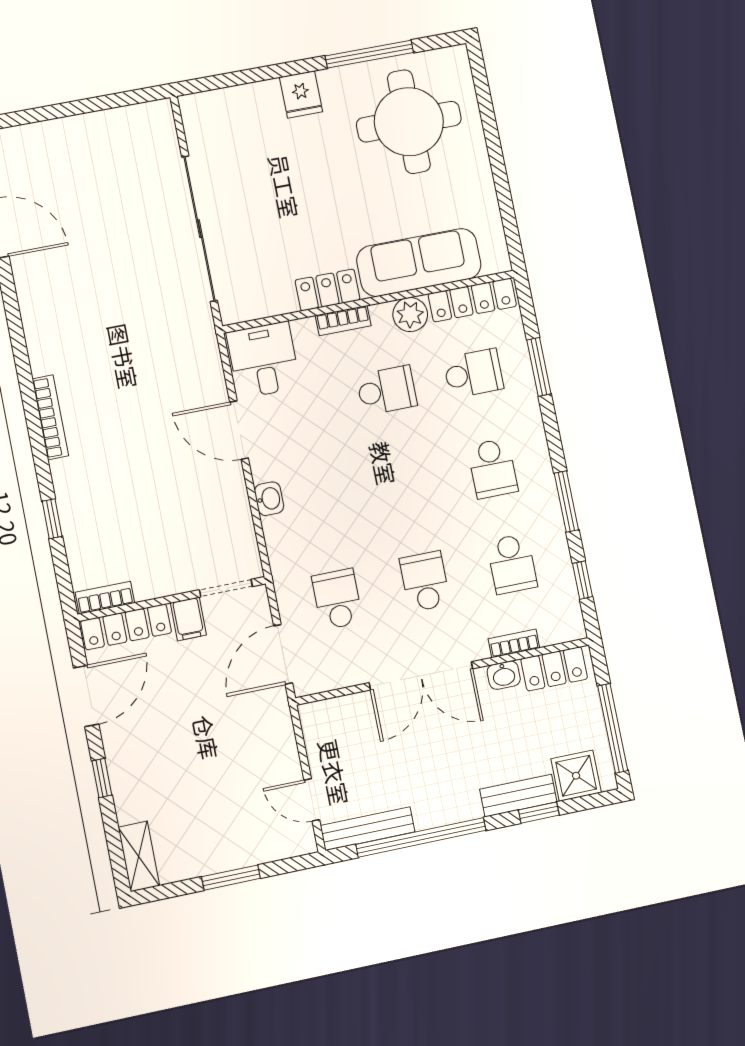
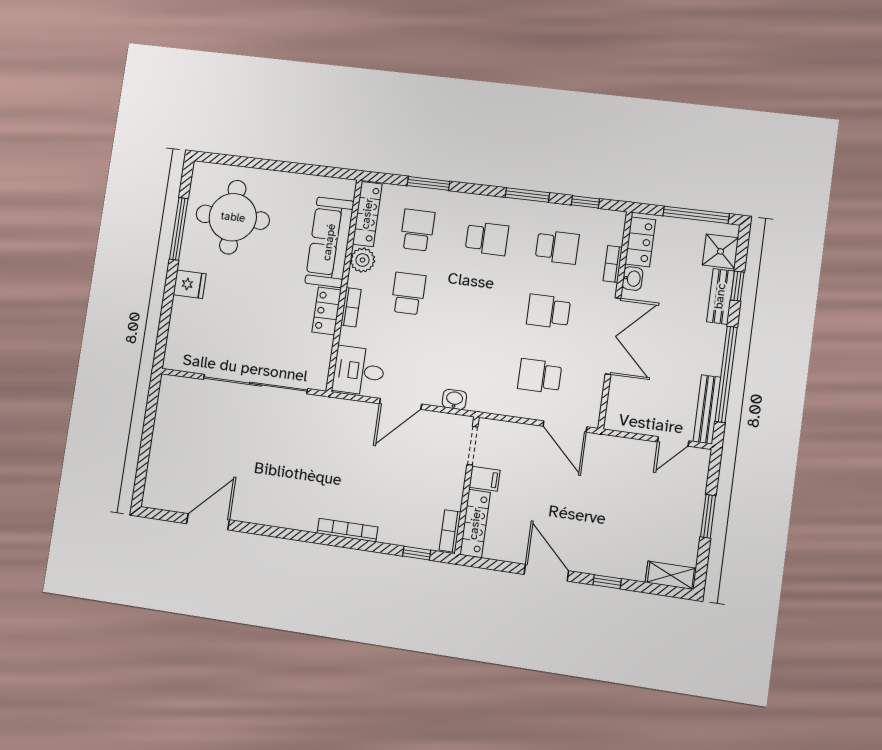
doorway: (226, 588) -> (472, 446), moved
bookcase: (105, 598) -> (450, 531), moved
wall: (172, 599) -> (467, 485), moved
filing cabinet: (188, 619) -> (485, 479), moved
locker: (126, 627) -> (475, 524), moved

